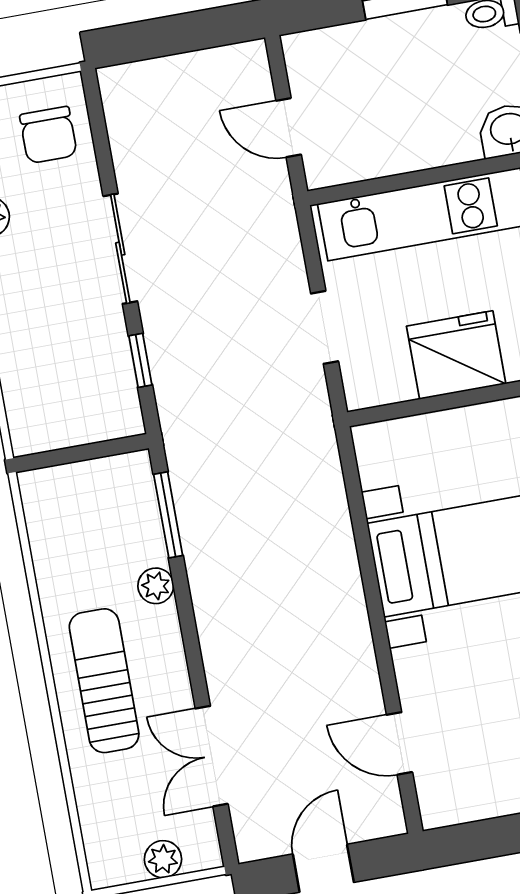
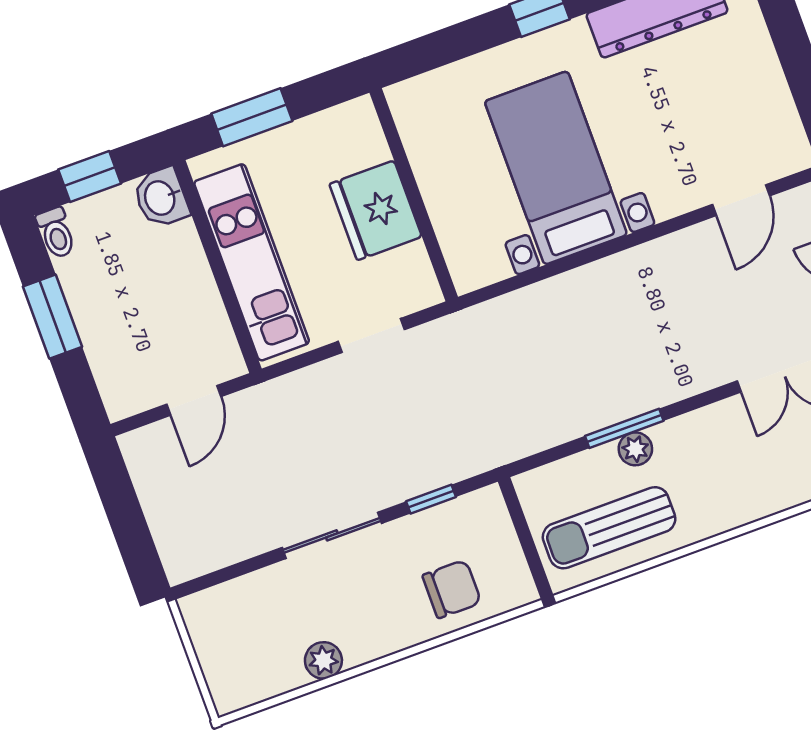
chair: (48, 135) -> (452, 589), moved
window: (168, 515) -> (624, 428), moved
sun lounger: (104, 681) -> (609, 528), moved

